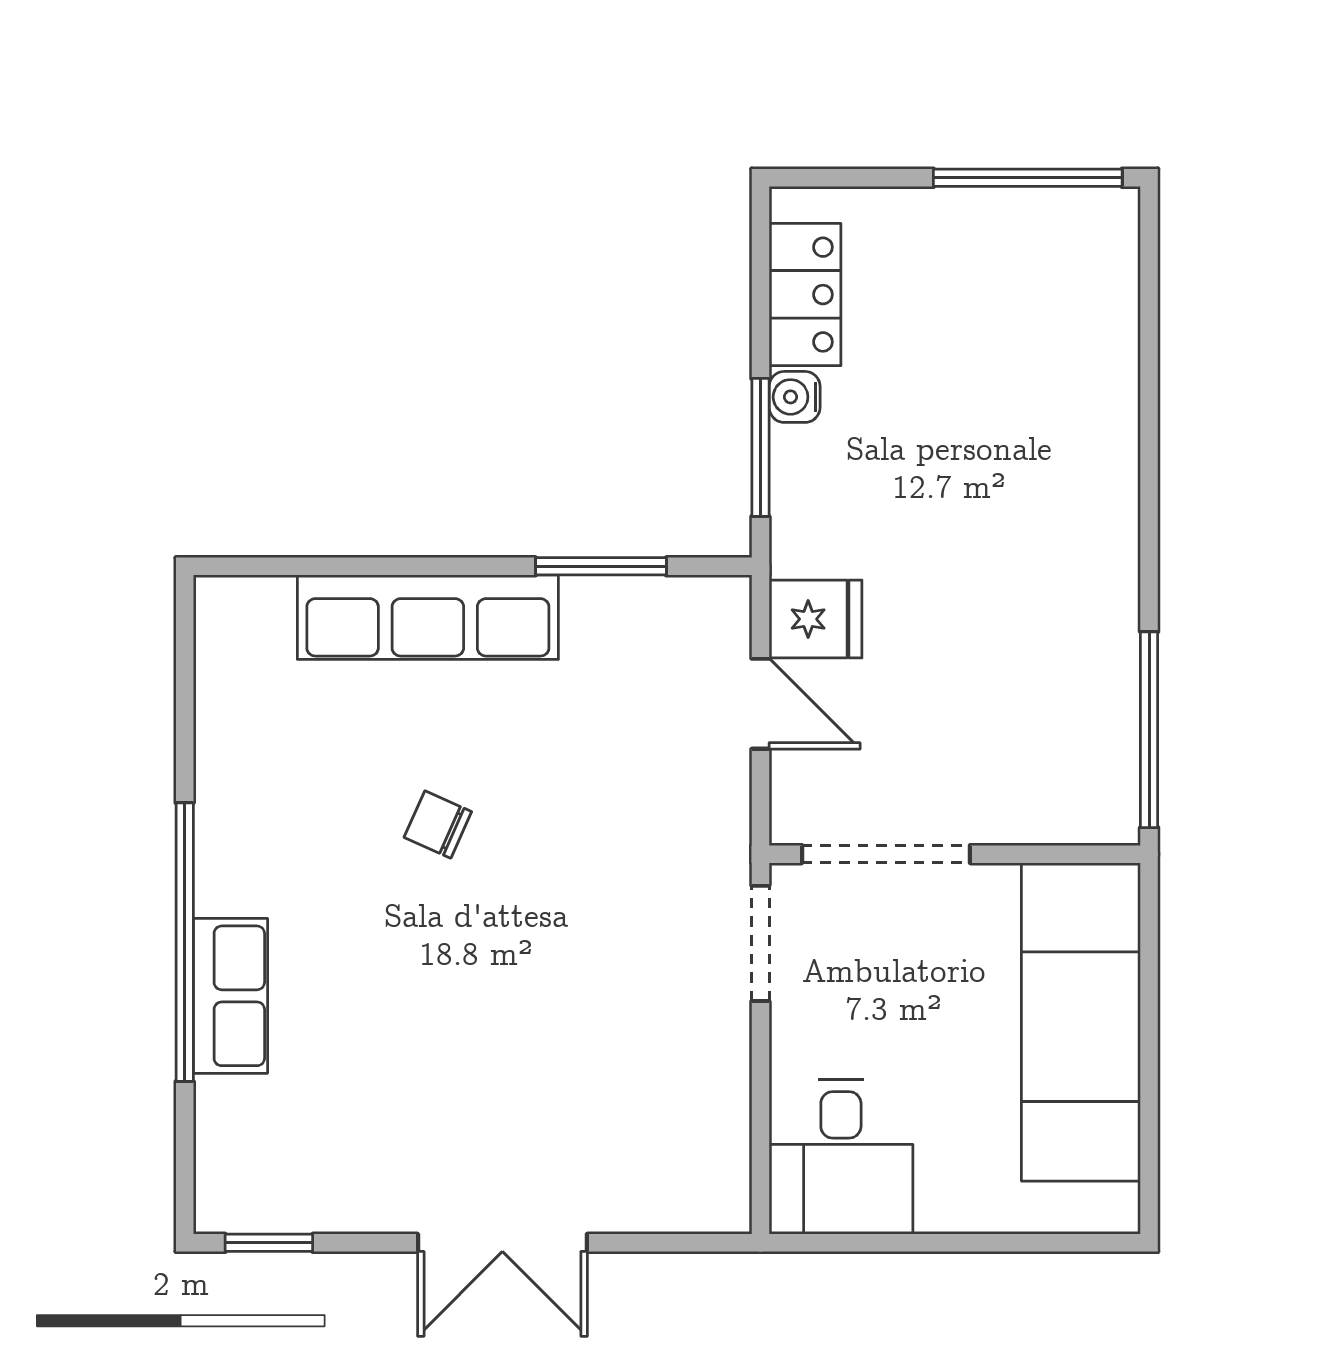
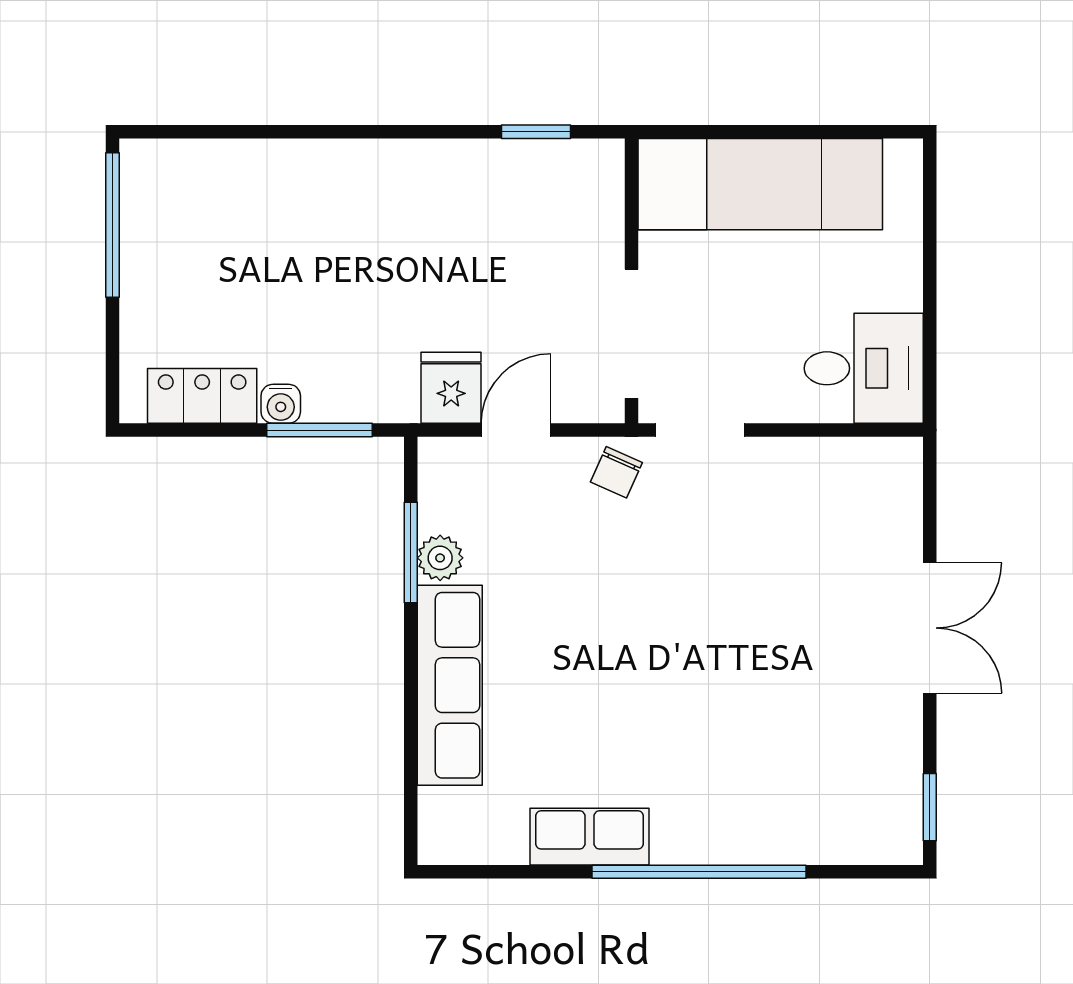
plant: (594, 605) -> (440, 558), added
window: (1149, 730) -> (536, 132), width x0.46
chair: (438, 825) -> (616, 472), moved
row of seats: (230, 996) -> (590, 837), moved

